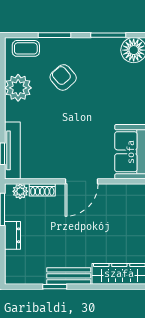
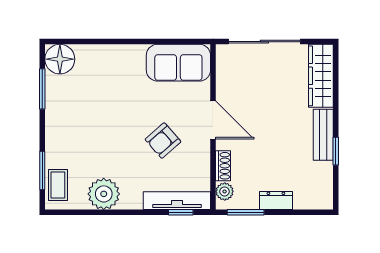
window: (55, 35) -> (42, 170), moved
armchair: (63, 77) -> (163, 141), moved

